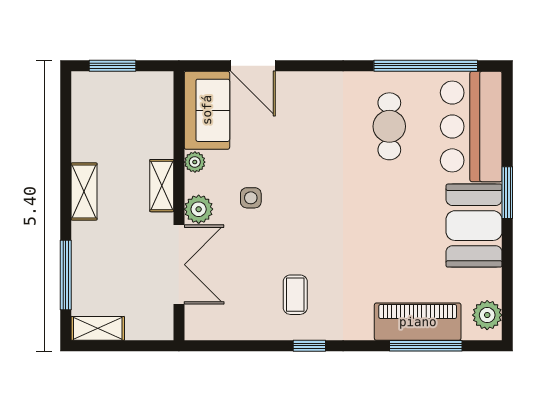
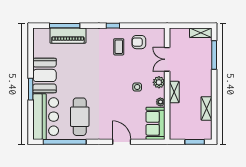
door: (253, 66) -> (122, 142), moved
cafe table: (389, 126) -> (80, 117), width x1.37, depth x1.35
shelving: (84, 191) -> (206, 108), moved
double door: (179, 265) -> (167, 59), width x0.73
armchair: (247, 306) -> (139, 42), added
plant: (487, 315) -> (39, 38), removed

